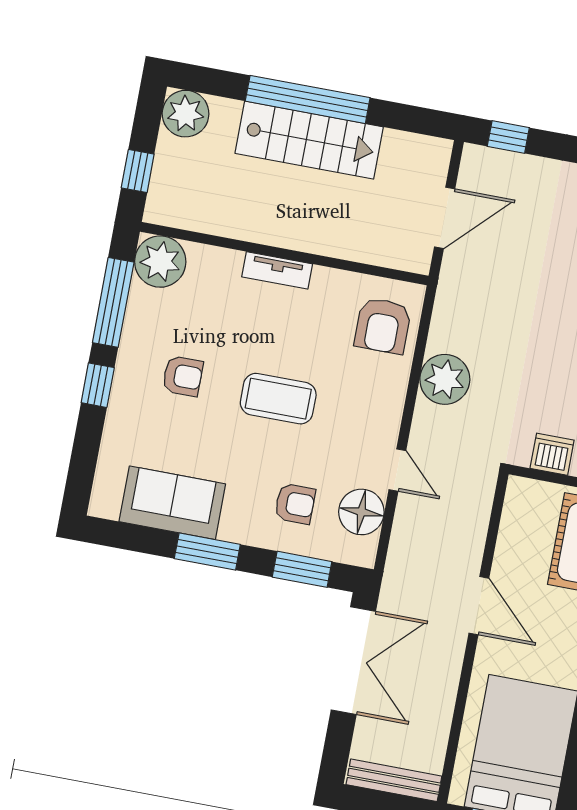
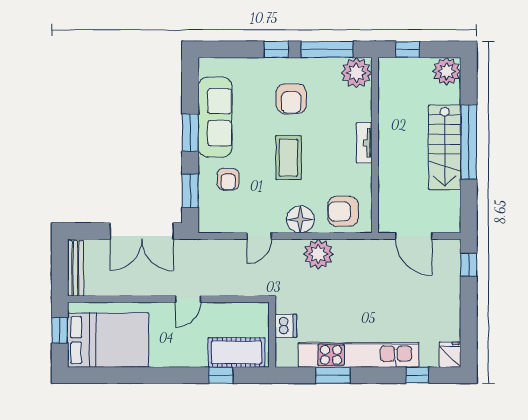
armchair: (183, 376) -> (291, 99), width x1.38, depth x1.38
sofa: (172, 503) -> (215, 117), width x1.36
floor lamp: (361, 512) -> (300, 219), moved
door: (479, 606) -> (188, 299), width x0.73

